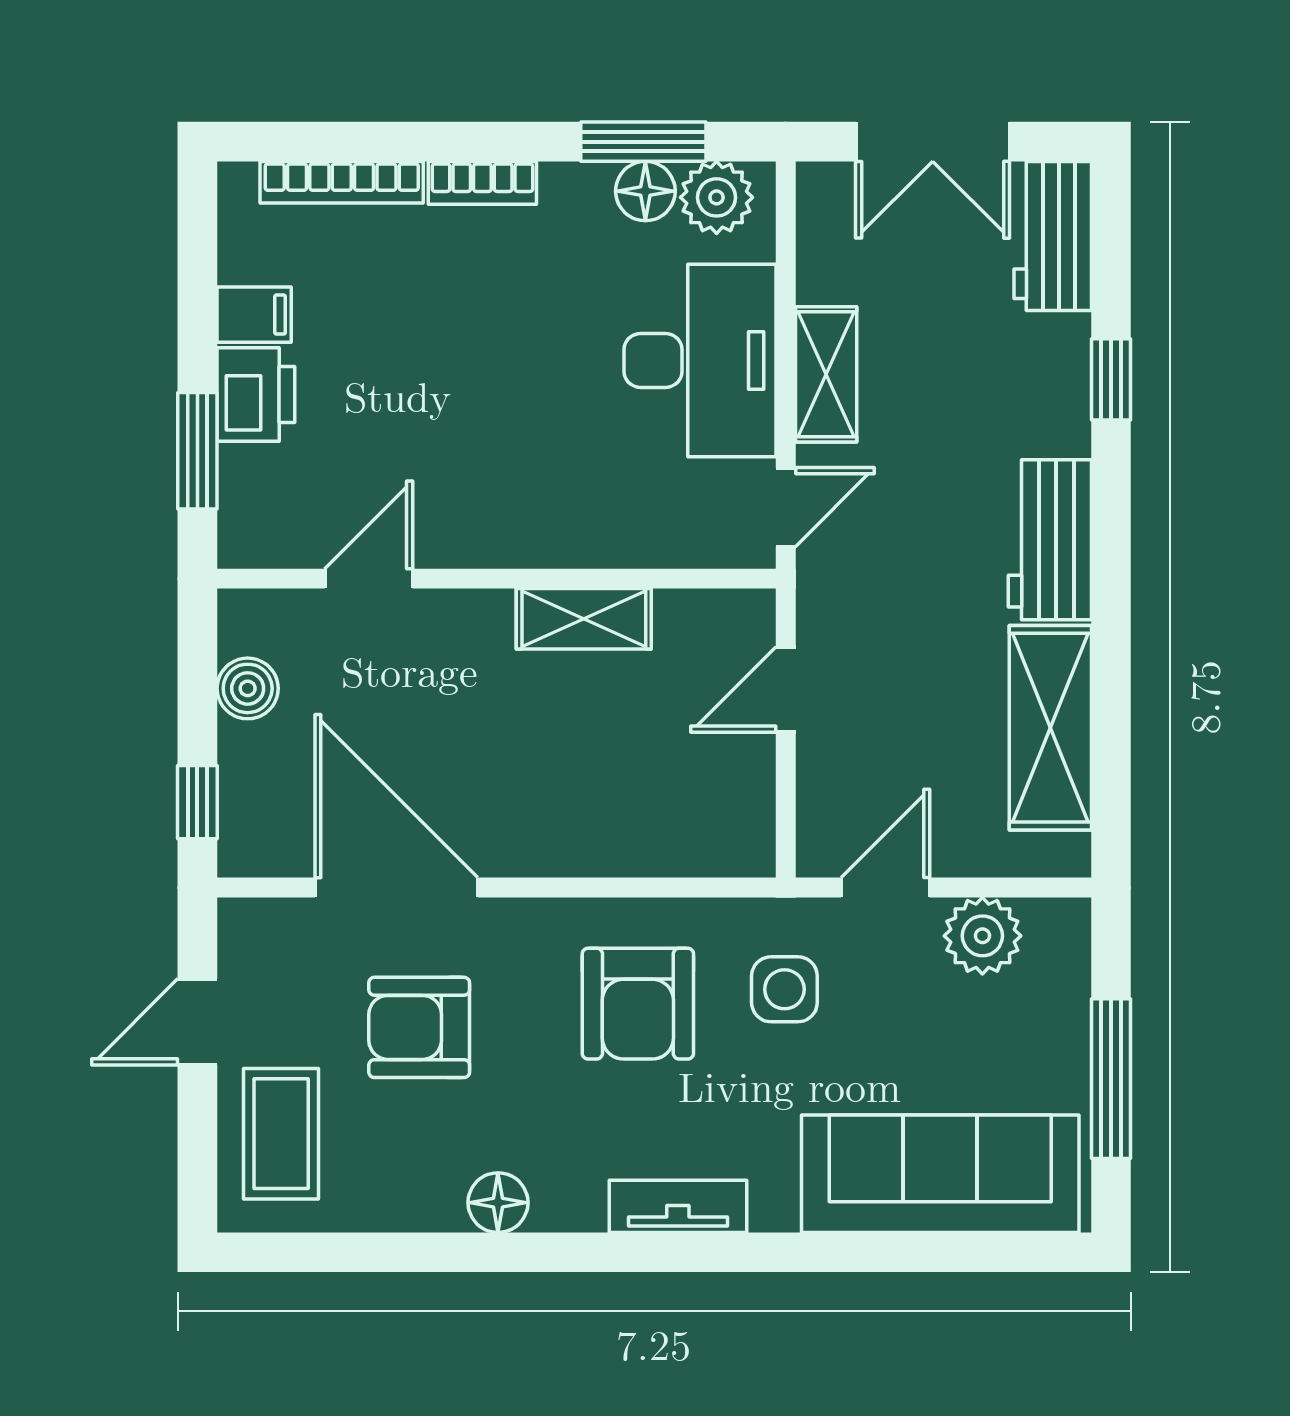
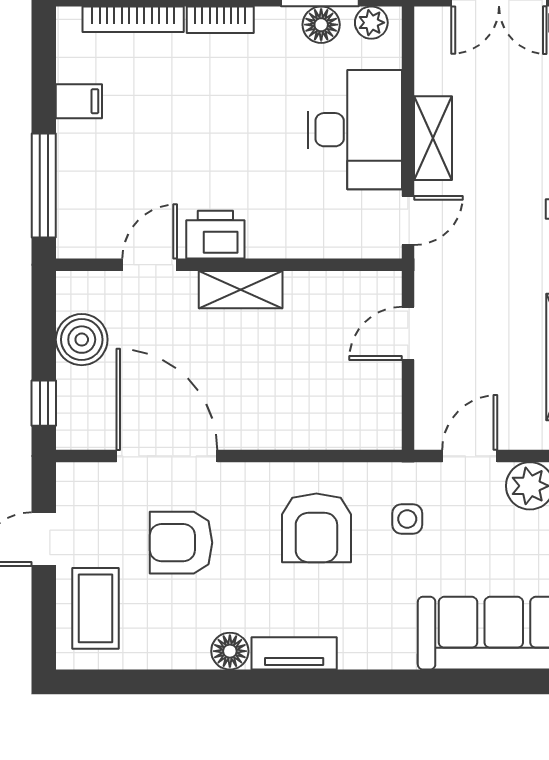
plant: (717, 197) -> (371, 23), width x0.73, depth x0.73
printer: (256, 394) -> (215, 235), moved, turned -90
window: (197, 451) -> (44, 186), width x1.44
shelving: (584, 619) -> (241, 290), moved
boiler: (248, 688) -> (82, 340), width x1.36, depth x1.36
side table: (784, 989) -> (407, 519), width x0.73, depth x0.73
tv unit: (678, 1206) -> (294, 653), moved

